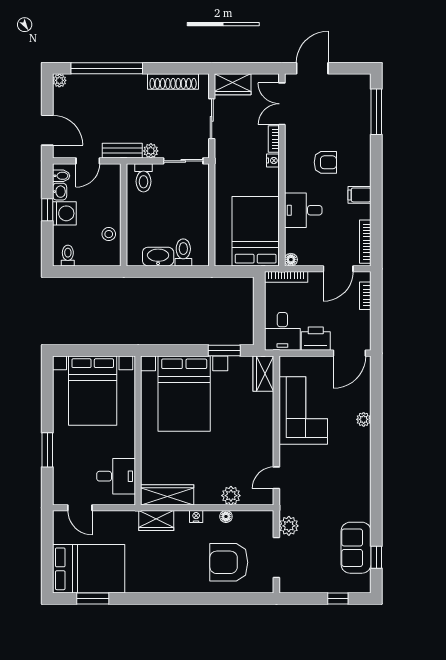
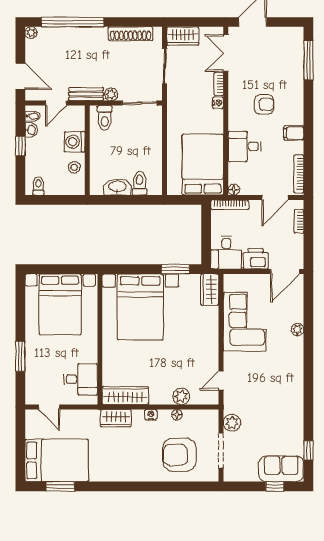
washing machine: (64, 213) -> (75, 142), moved, turned 180
sofa: (356, 548) -> (281, 469), moved, turned 90

